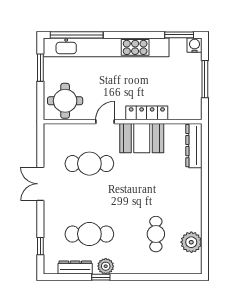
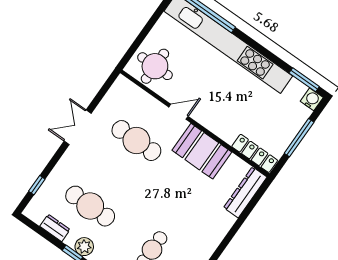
window: (40, 68) -> (154, 19), removed
locker: (147, 113) -> (255, 153), moved
dresser: (75, 268) -> (55, 228), width x0.70

